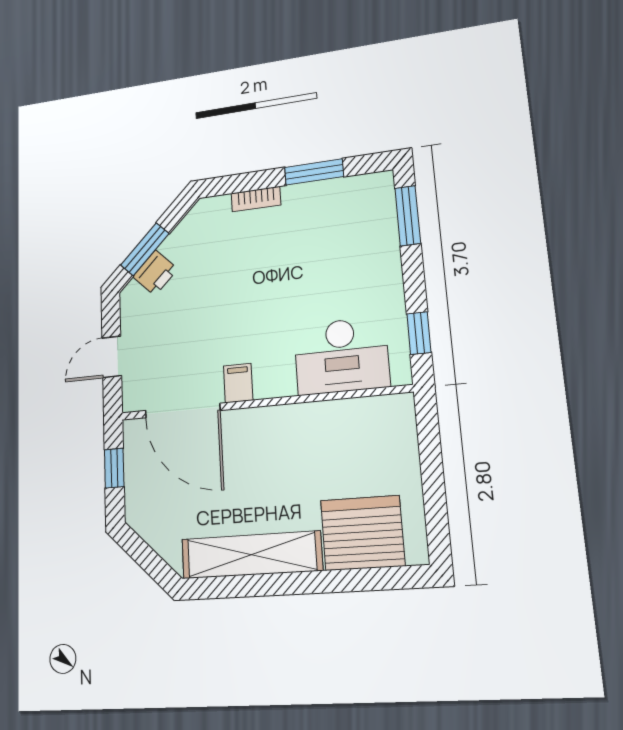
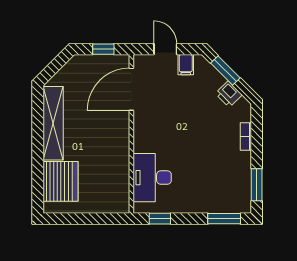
window: (314, 172) -> (257, 185), moved
printer: (155, 273) -> (229, 94), moved
filing cabinet: (238, 383) -> (186, 65), moved, turned 90

